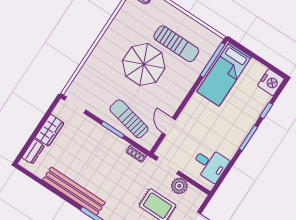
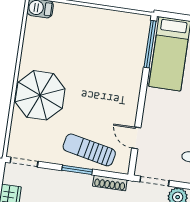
sun lounger: (176, 44) -> (103, 45), removed
parasol: (144, 64) -> (40, 95), moved
shoe rack: (136, 154) -> (110, 183), width x1.43

